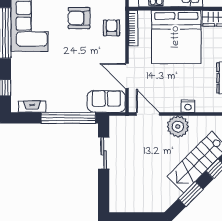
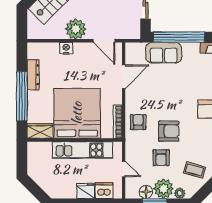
armchair: (112, 28) -> (138, 122), turned 180
door: (127, 76) -> (124, 77), hinge flipped
sofa: (106, 101) -> (164, 53), moved

